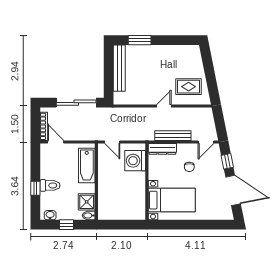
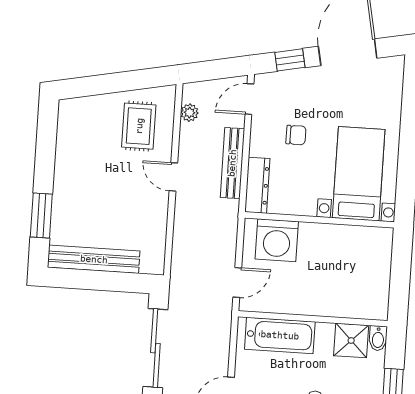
plant: (197, 112) -> (189, 113), added
door: (206, 142) -> (249, 99), swing flipped

